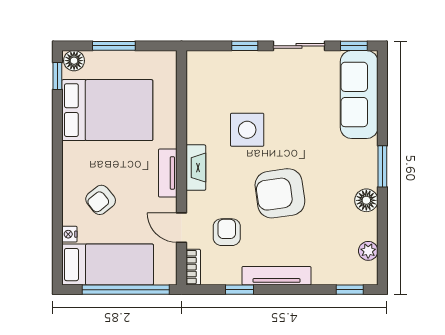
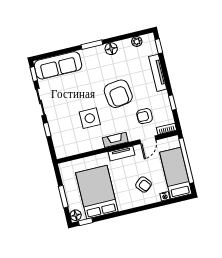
tv unit: (276, 276) -> (158, 73), moved

